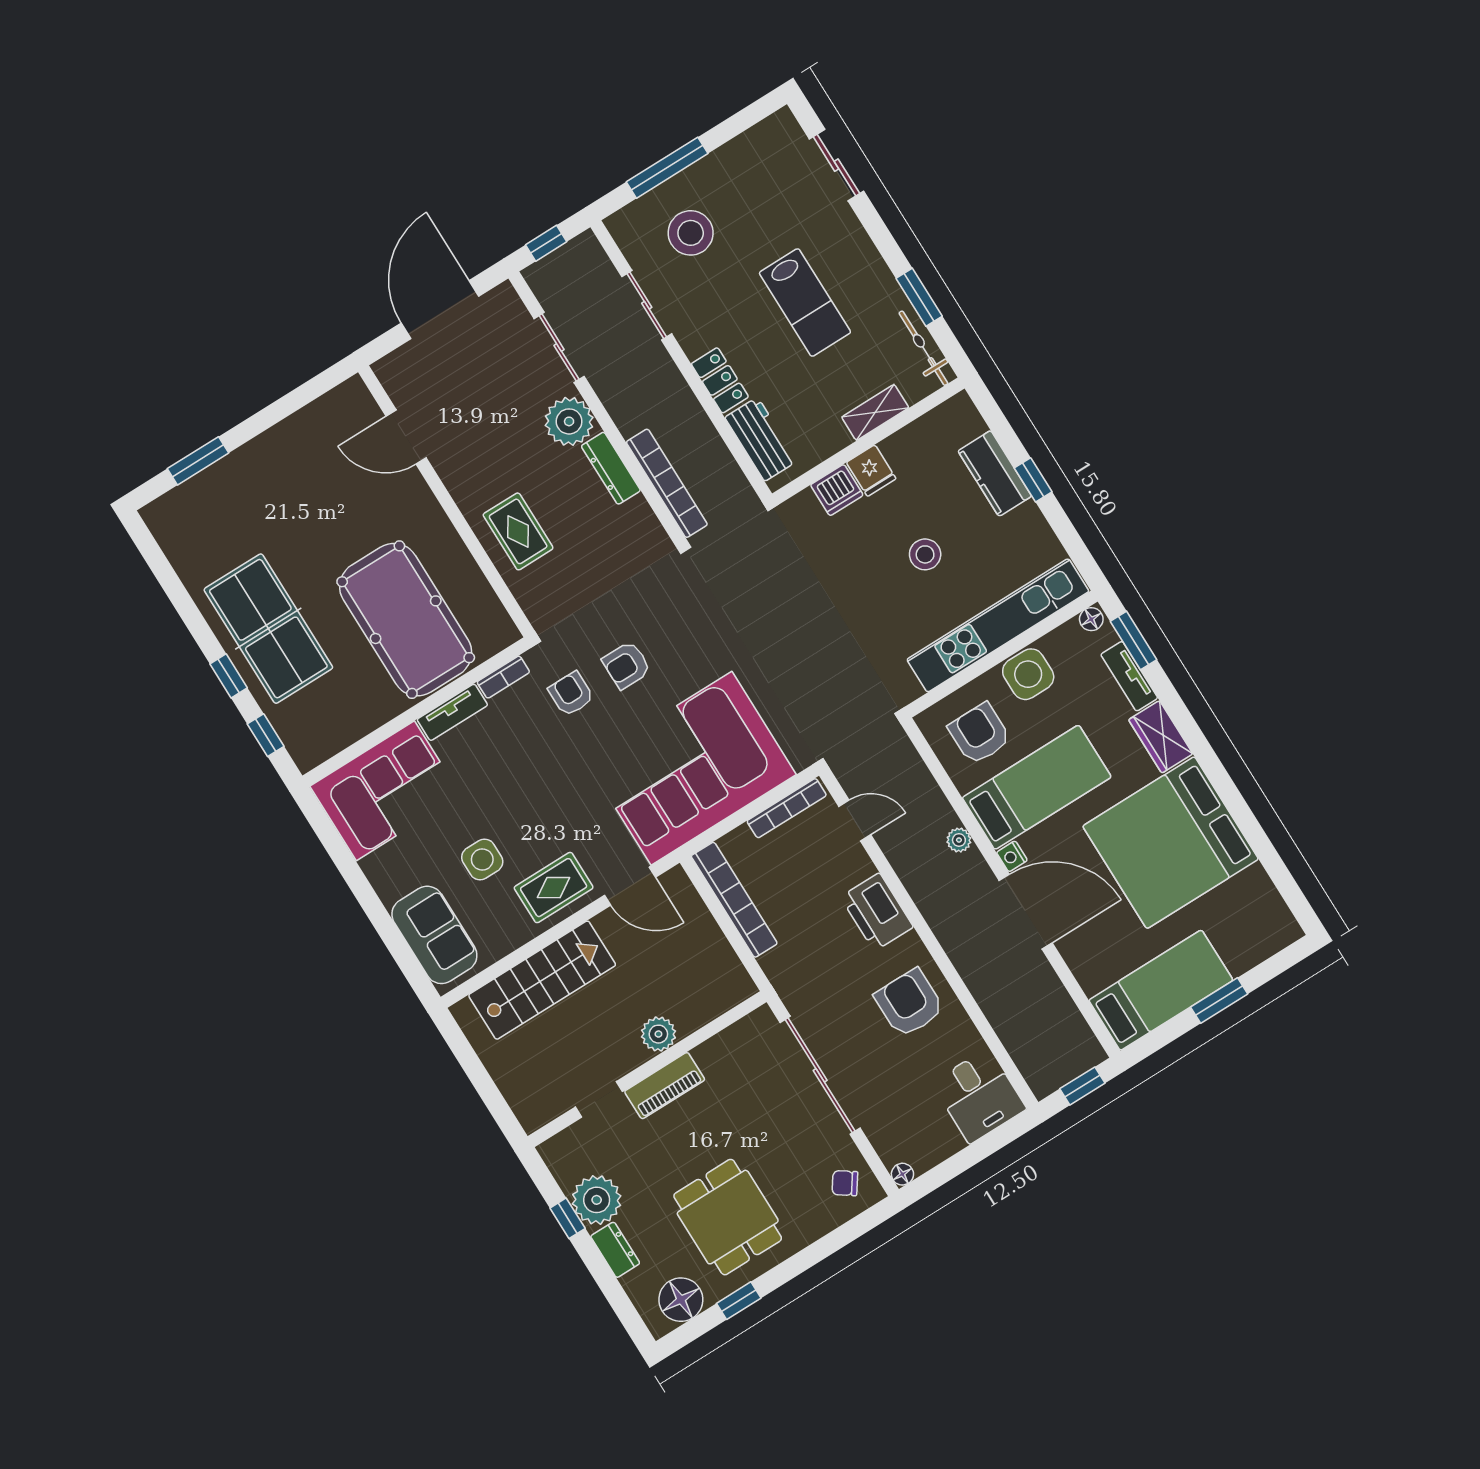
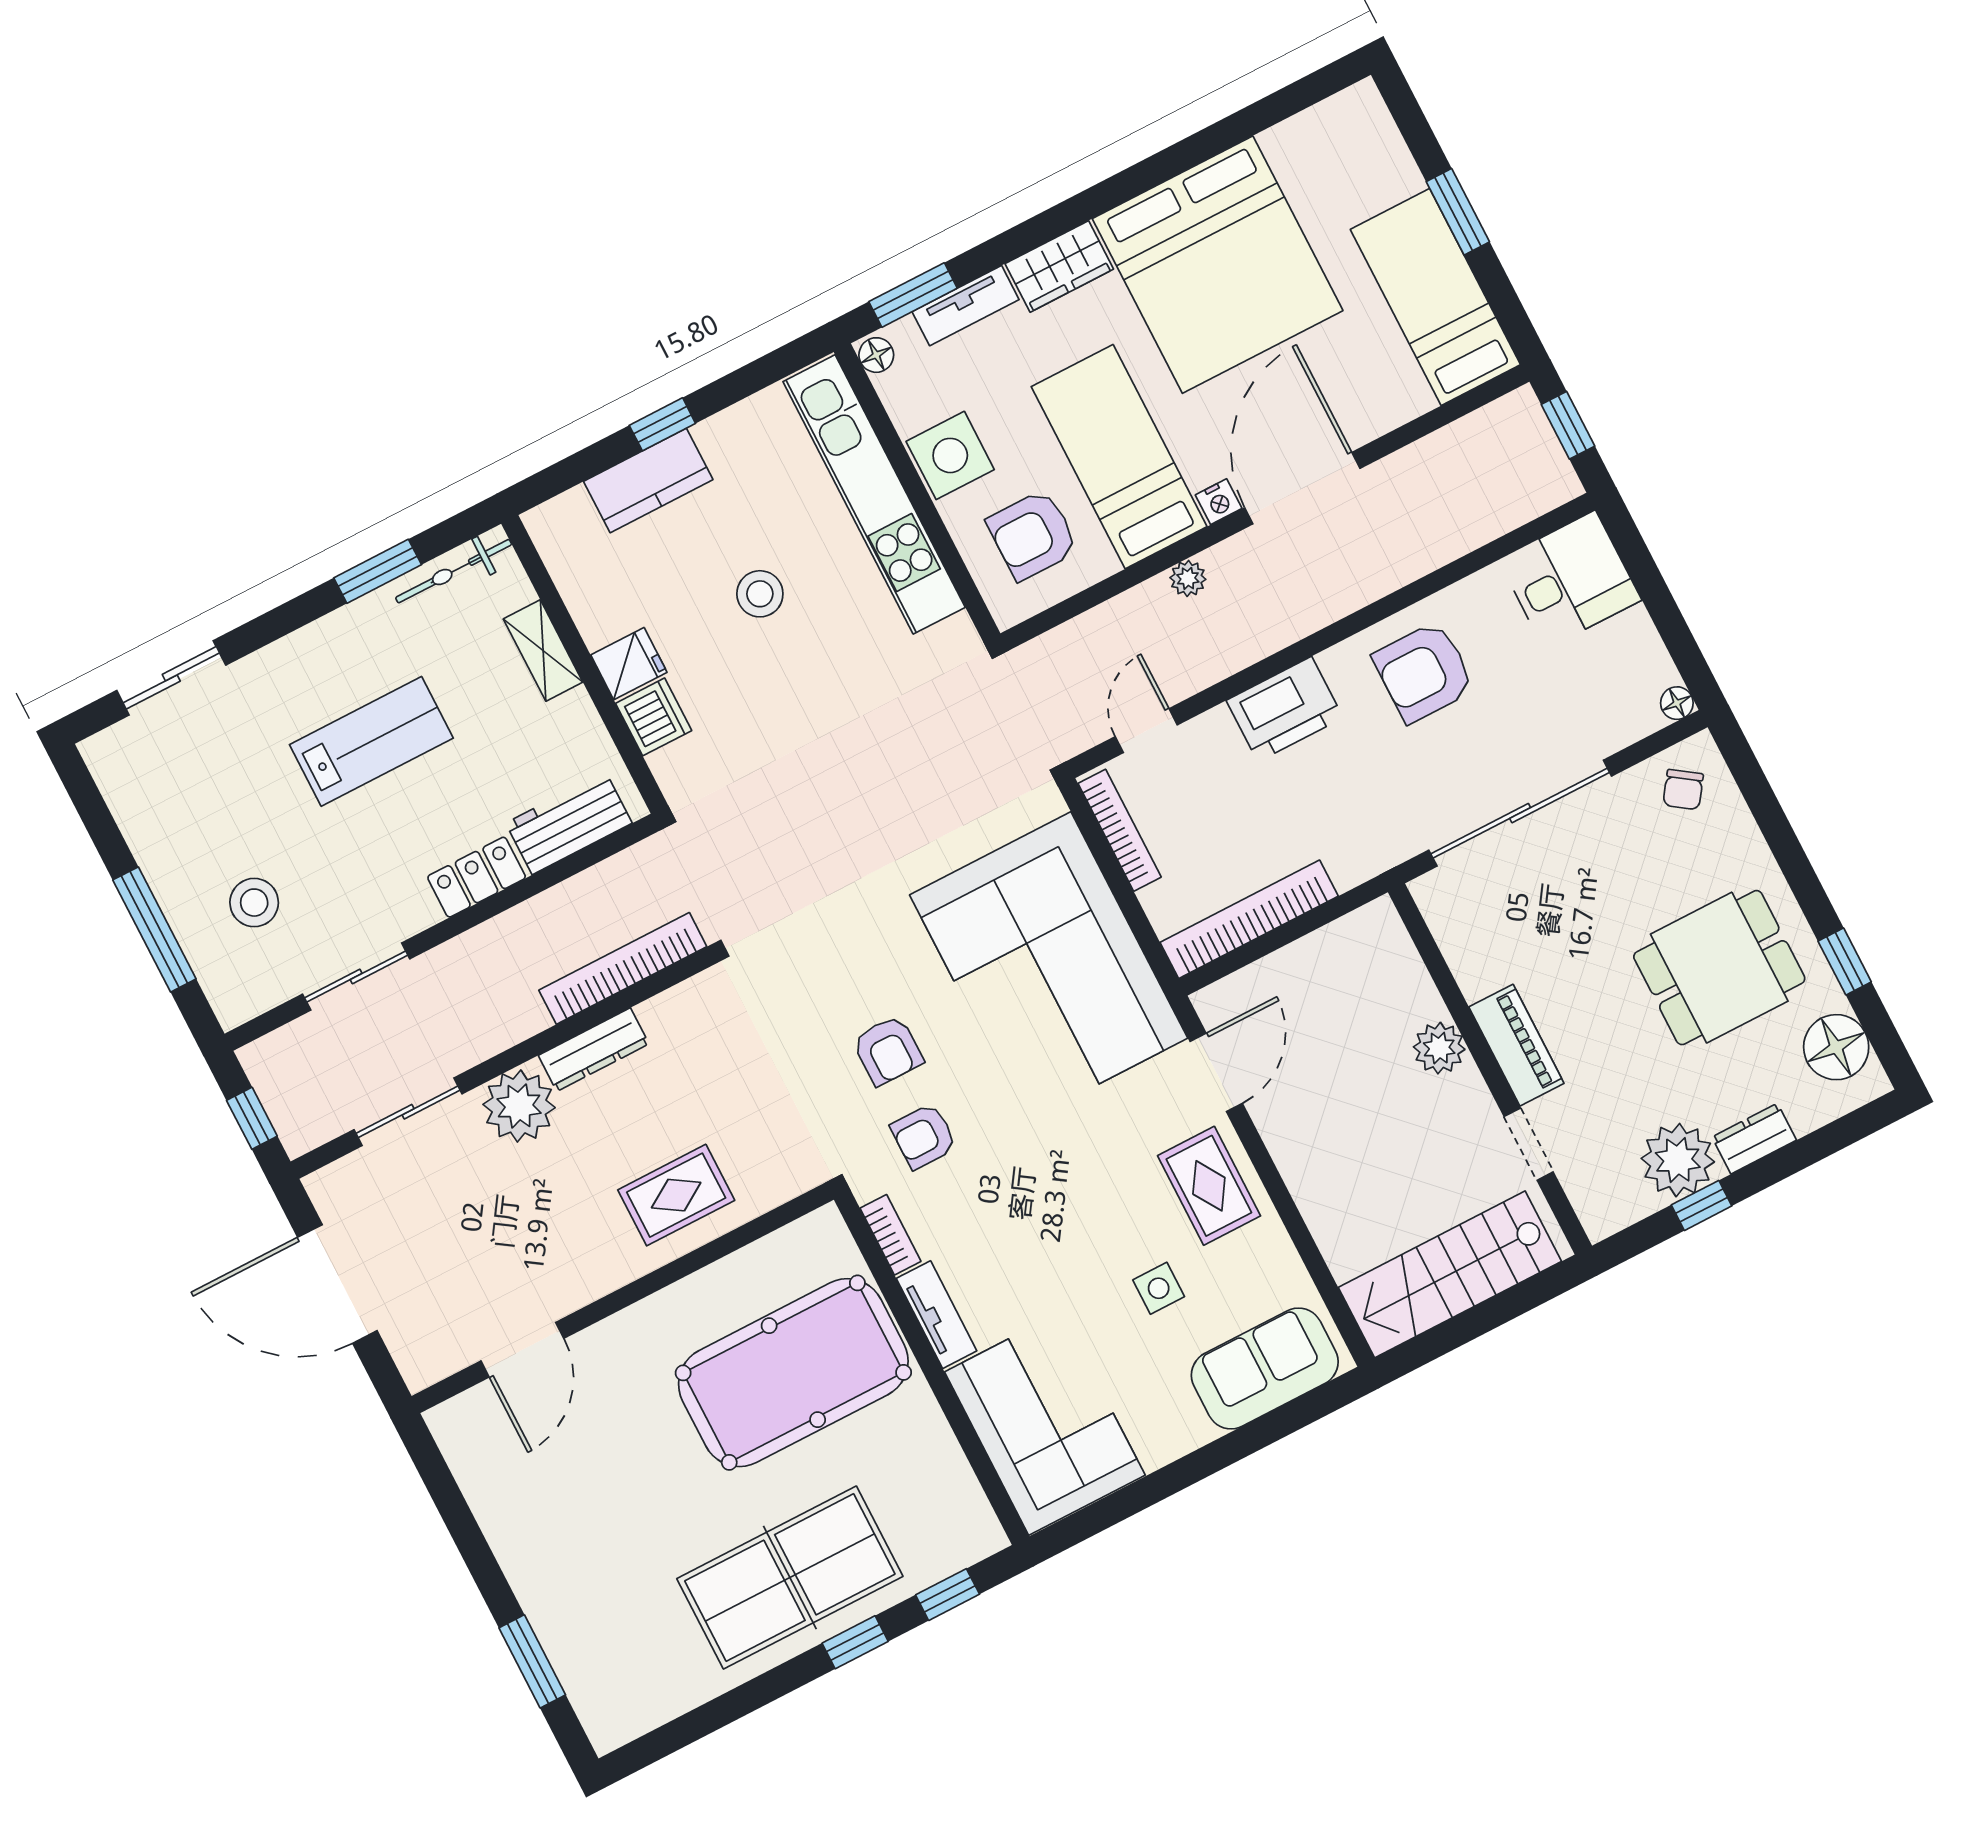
stool: (691, 233) -> (254, 903), width x0.73, depth x0.73
side table: (482, 859) -> (1159, 1288), width x0.73, depth x0.73
stairs: (542, 980) -> (1450, 1274), moved, turned -90

